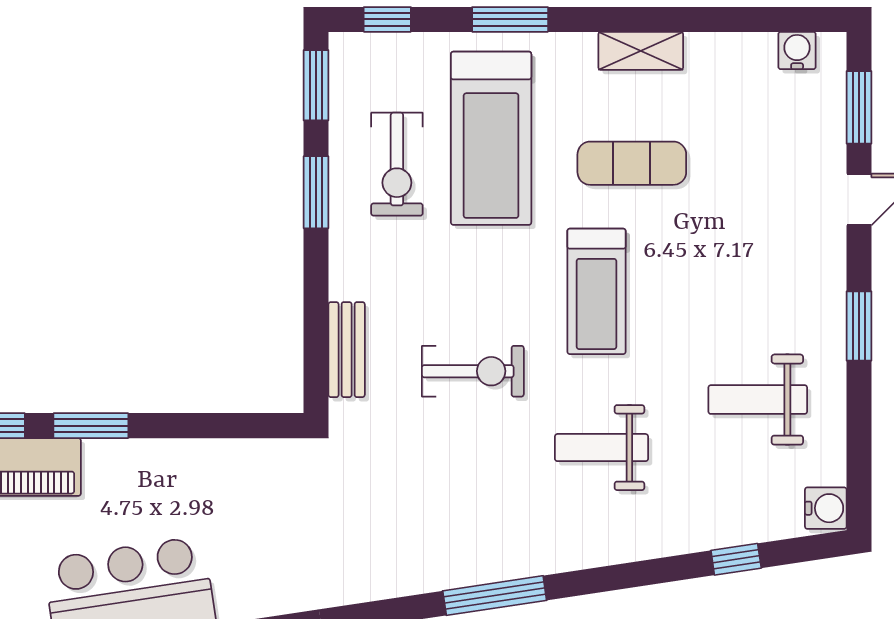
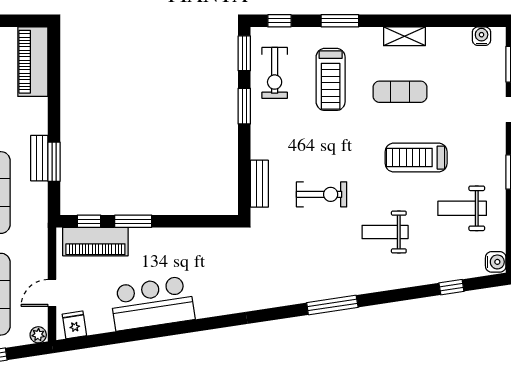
treadmill: (491, 138) -> (331, 79), width x0.73, depth x0.73
exercise bike: (397, 164) -> (275, 73), moved
treadmill: (596, 291) -> (416, 158), moved, turned 90

